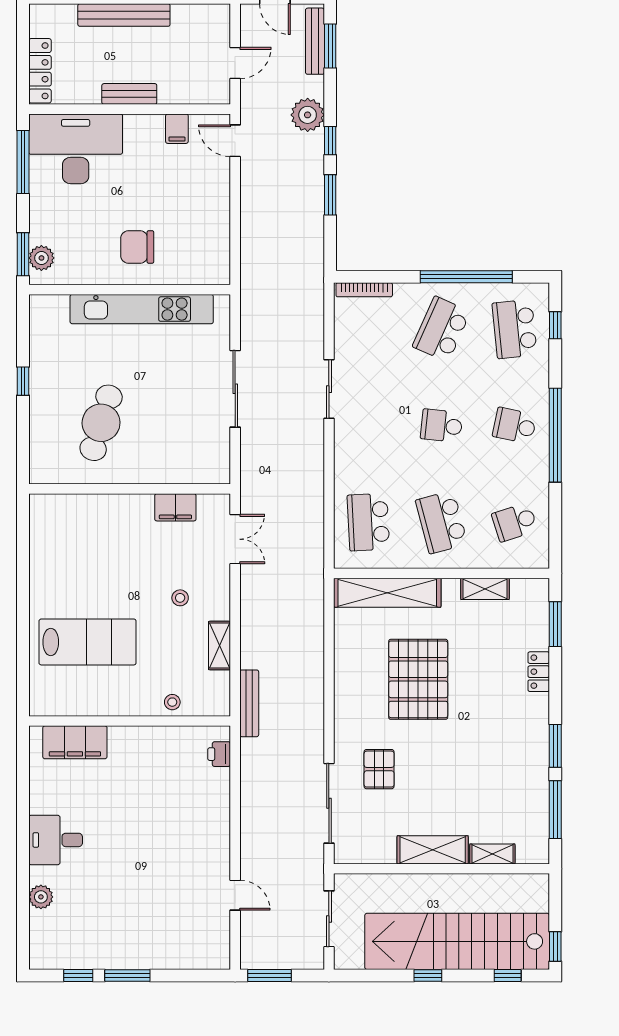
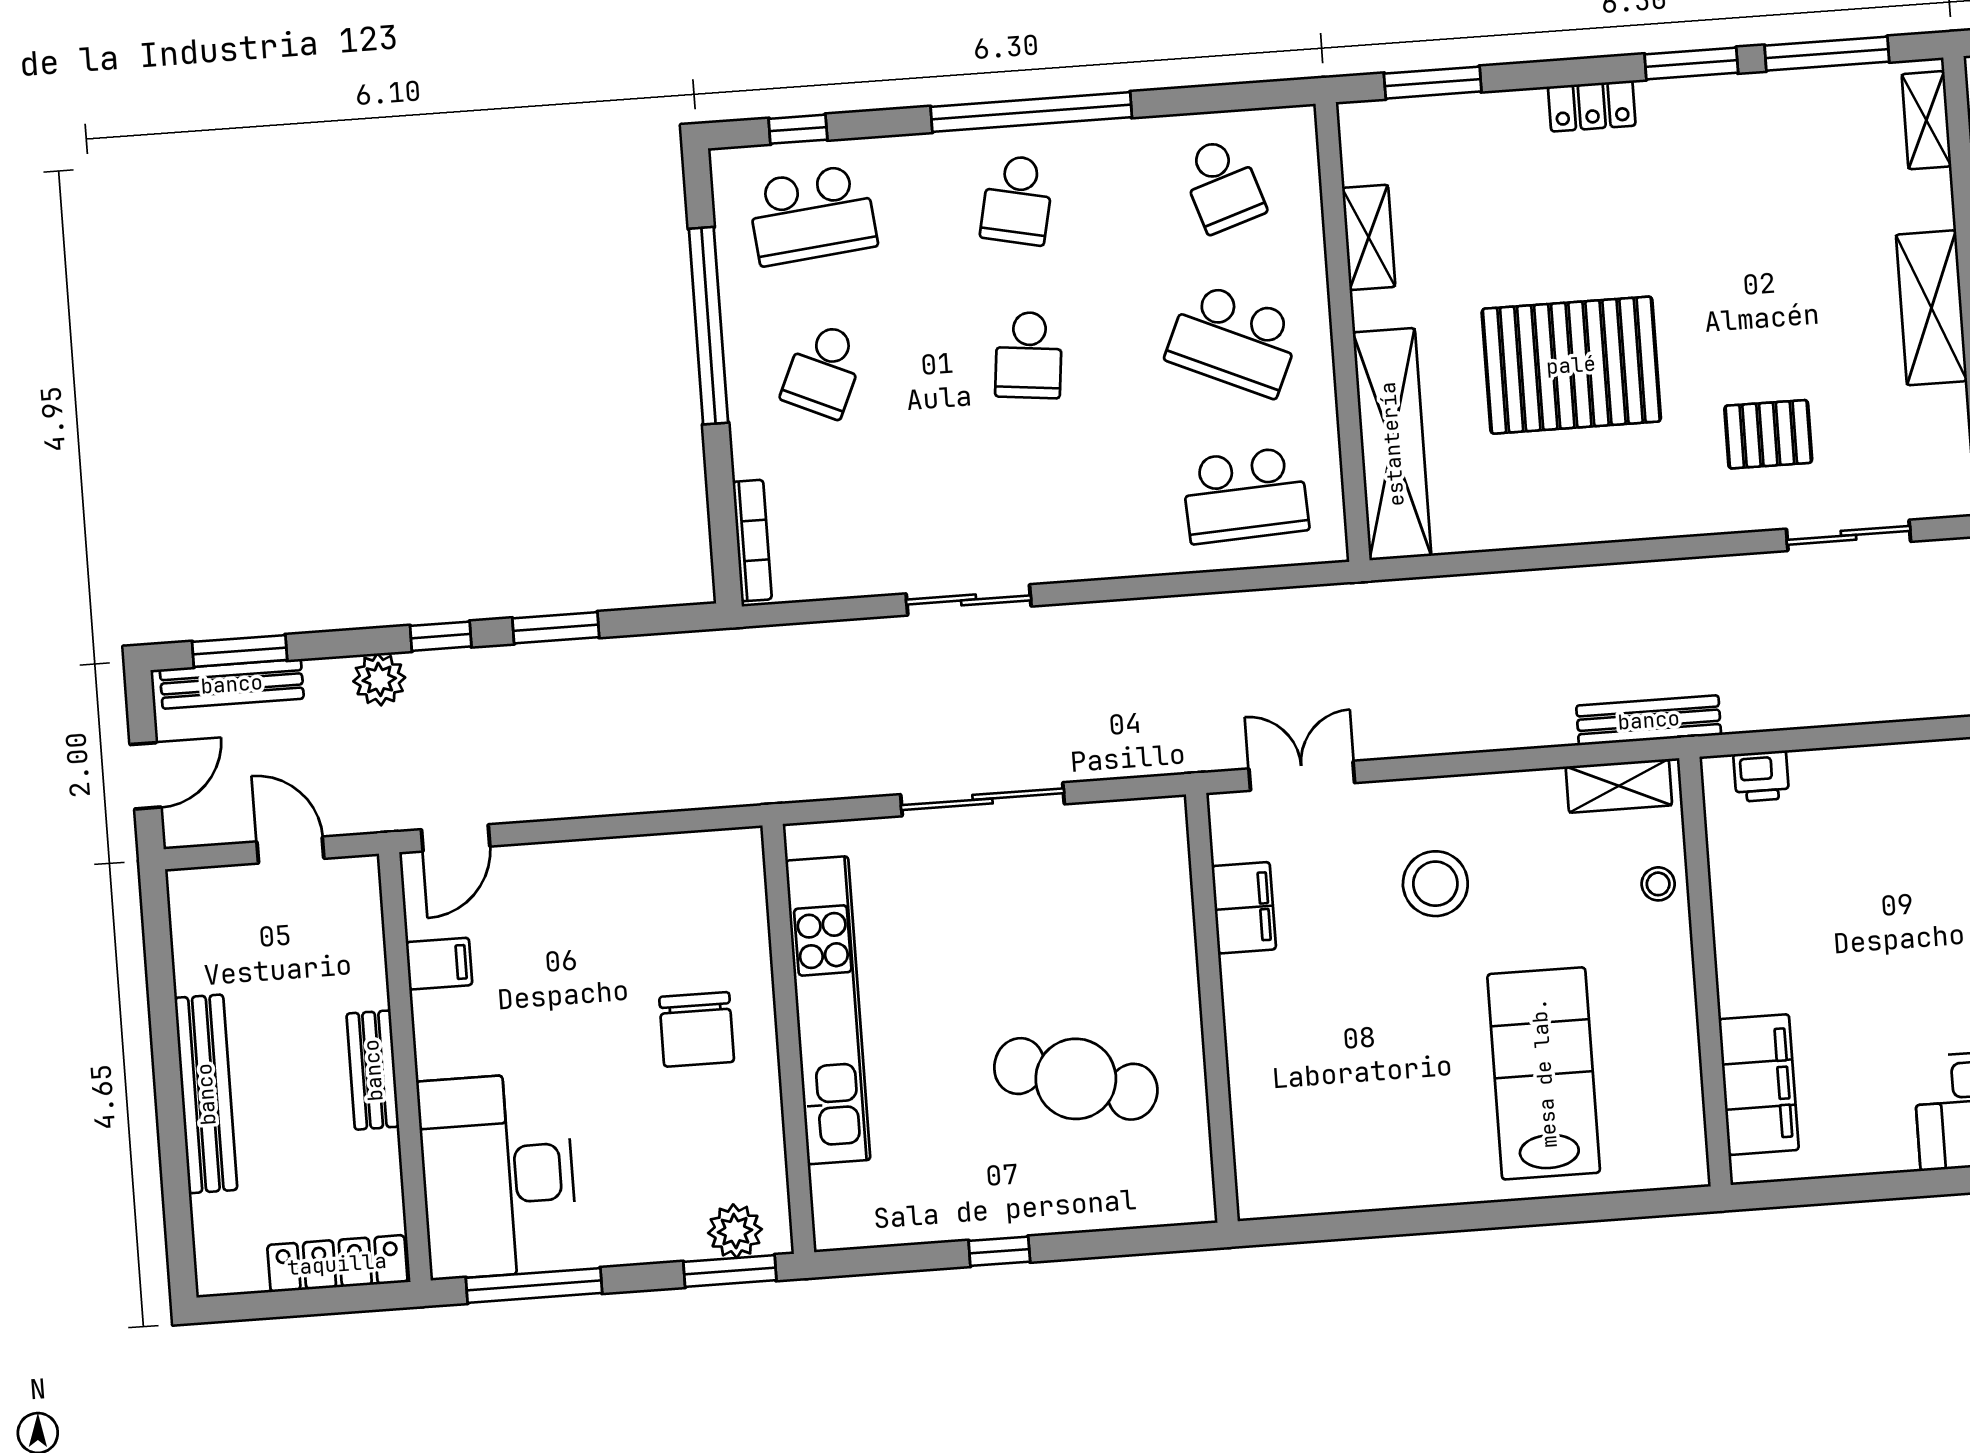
plant: (308, 115) -> (379, 679), width x0.73, depth x0.73
school desk: (441, 329) -> (824, 370), width x0.54
school desk: (441, 522) -> (1234, 340), turned 39
stool: (180, 598) -> (1435, 884), width x1.89, depth x1.89
shelving: (220, 646) -> (1619, 786), moved
locker: (539, 672) -> (1592, 106), moved
sliding door: (329, 803) -> (1849, 535), width x0.73
shelving: (492, 854) -> (1926, 120), moved

